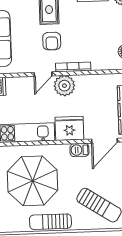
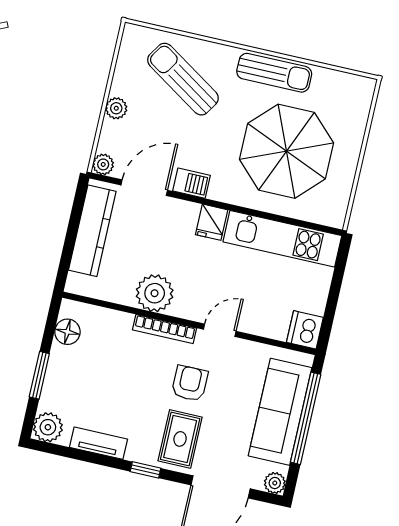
plant: (64, 86) -> (155, 293), moved
fridge: (69, 128) -> (212, 222), width x0.53, depth x0.75

